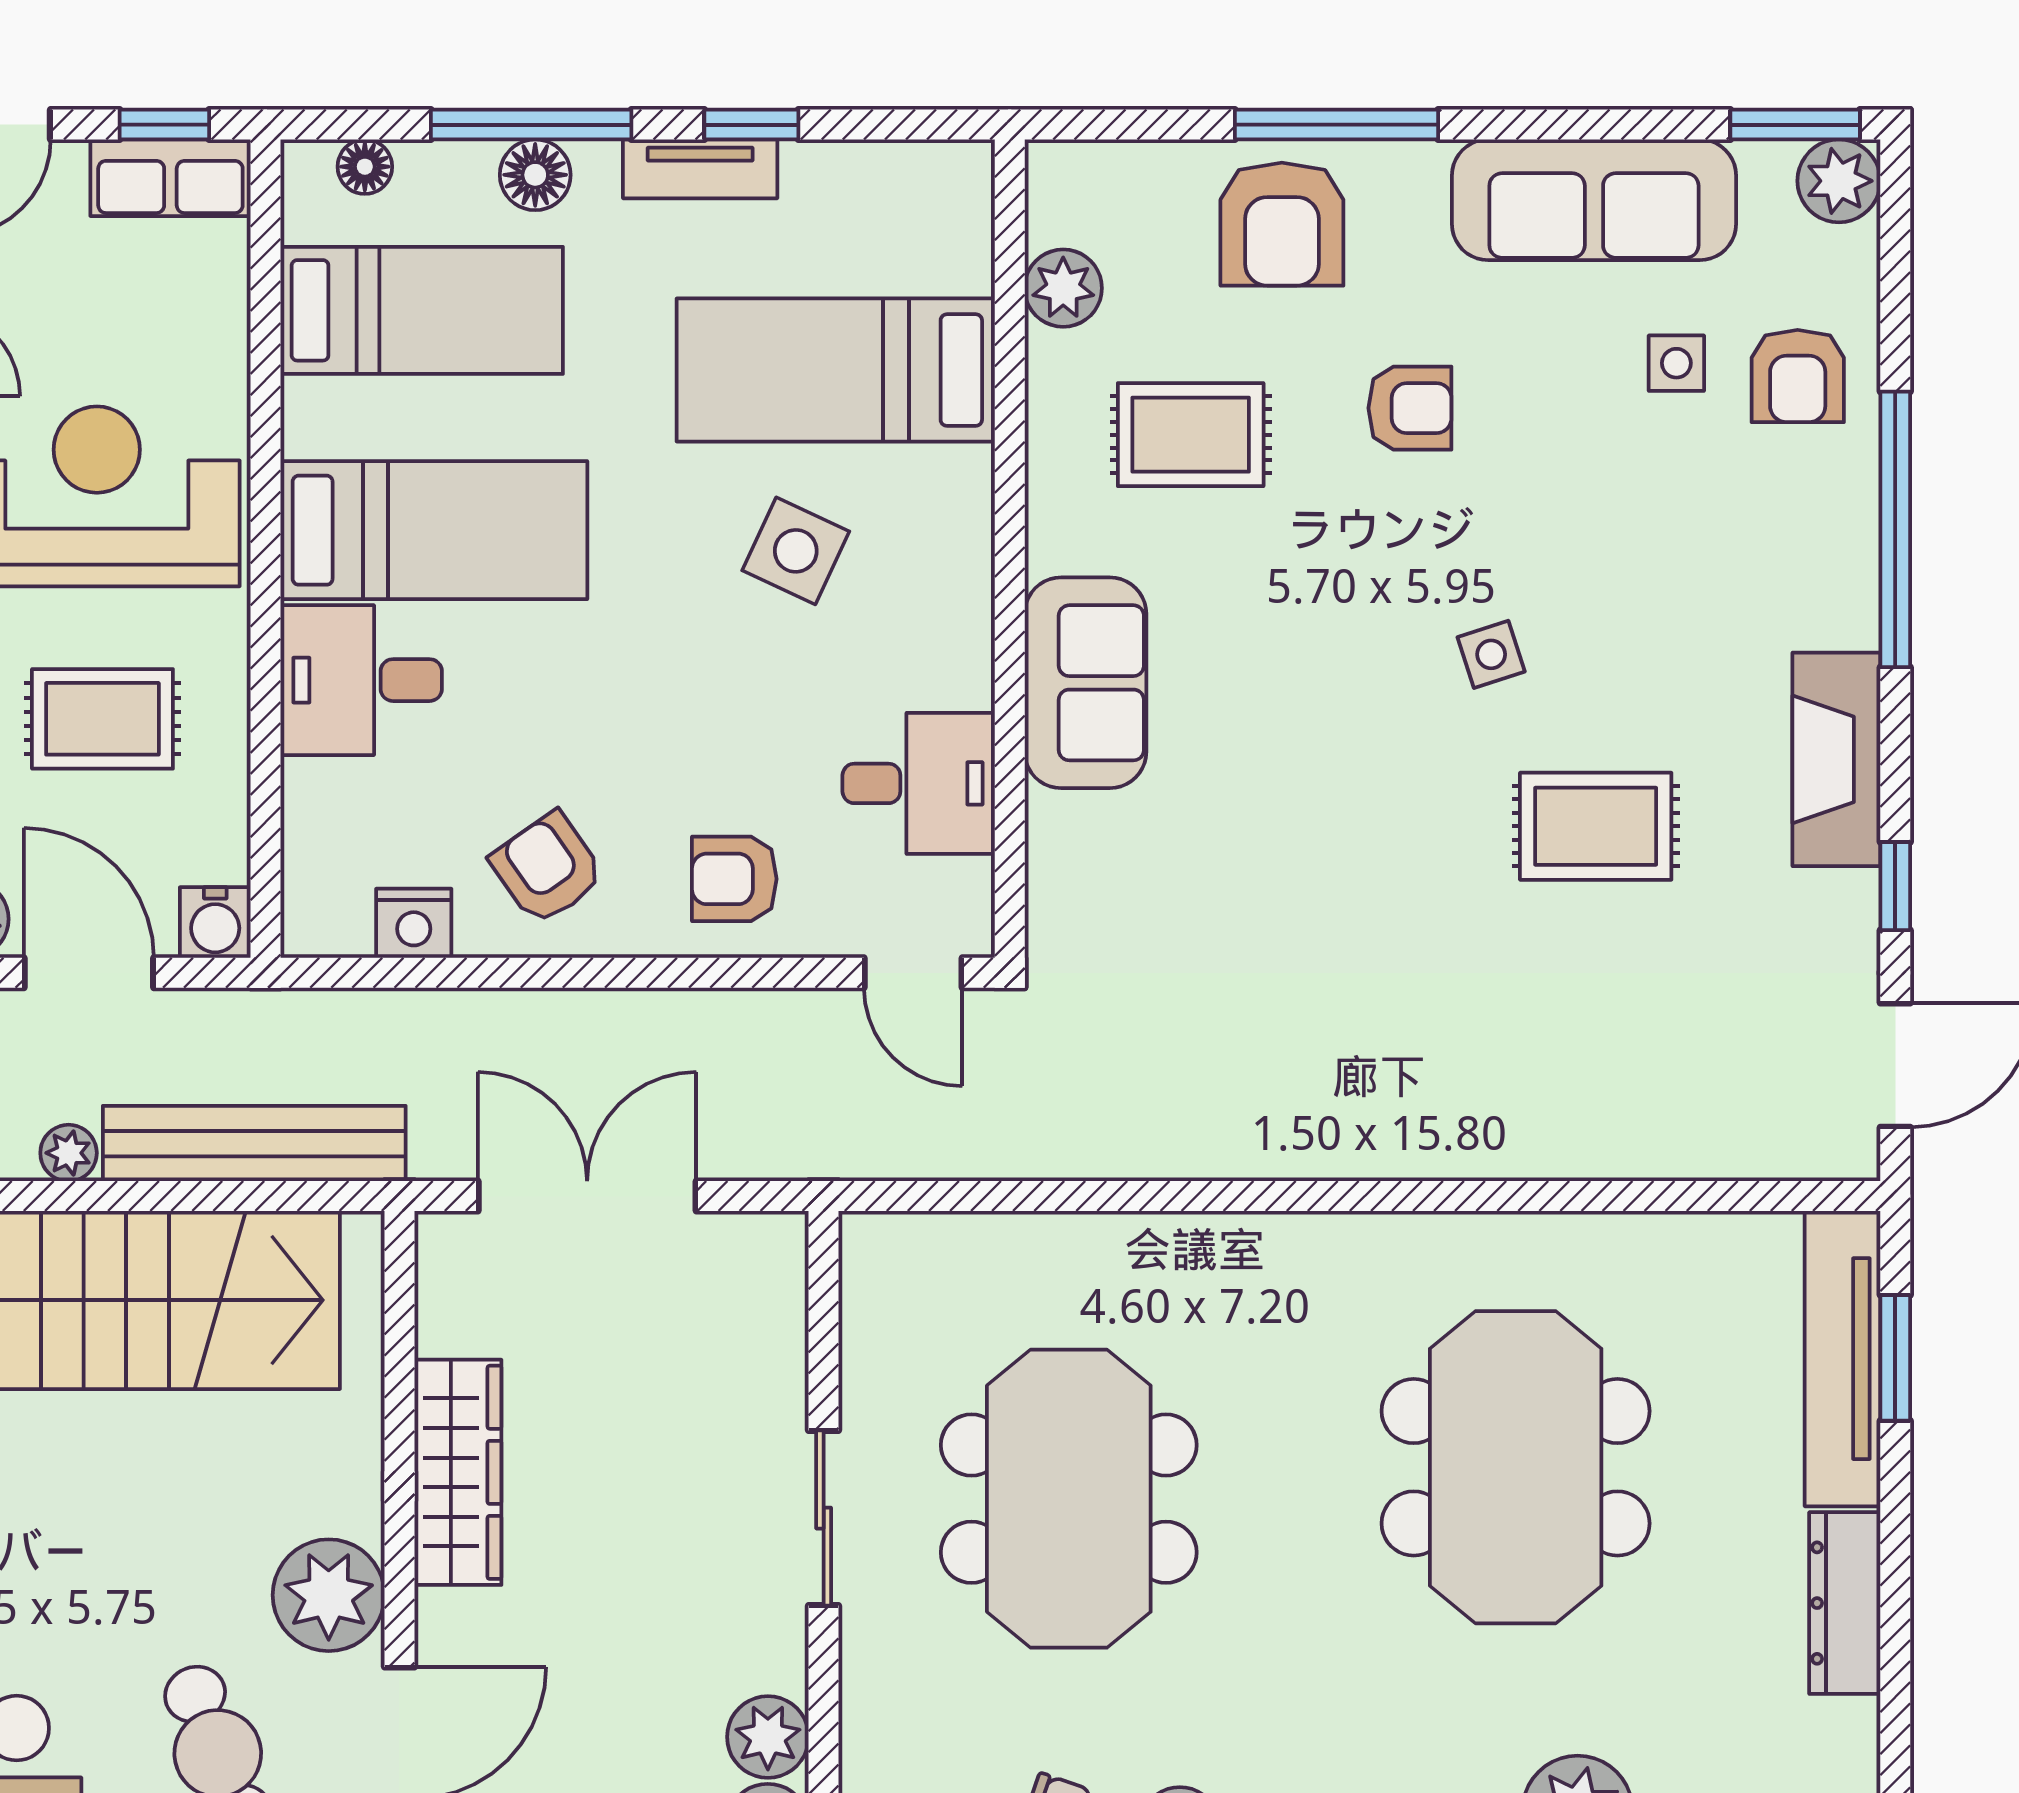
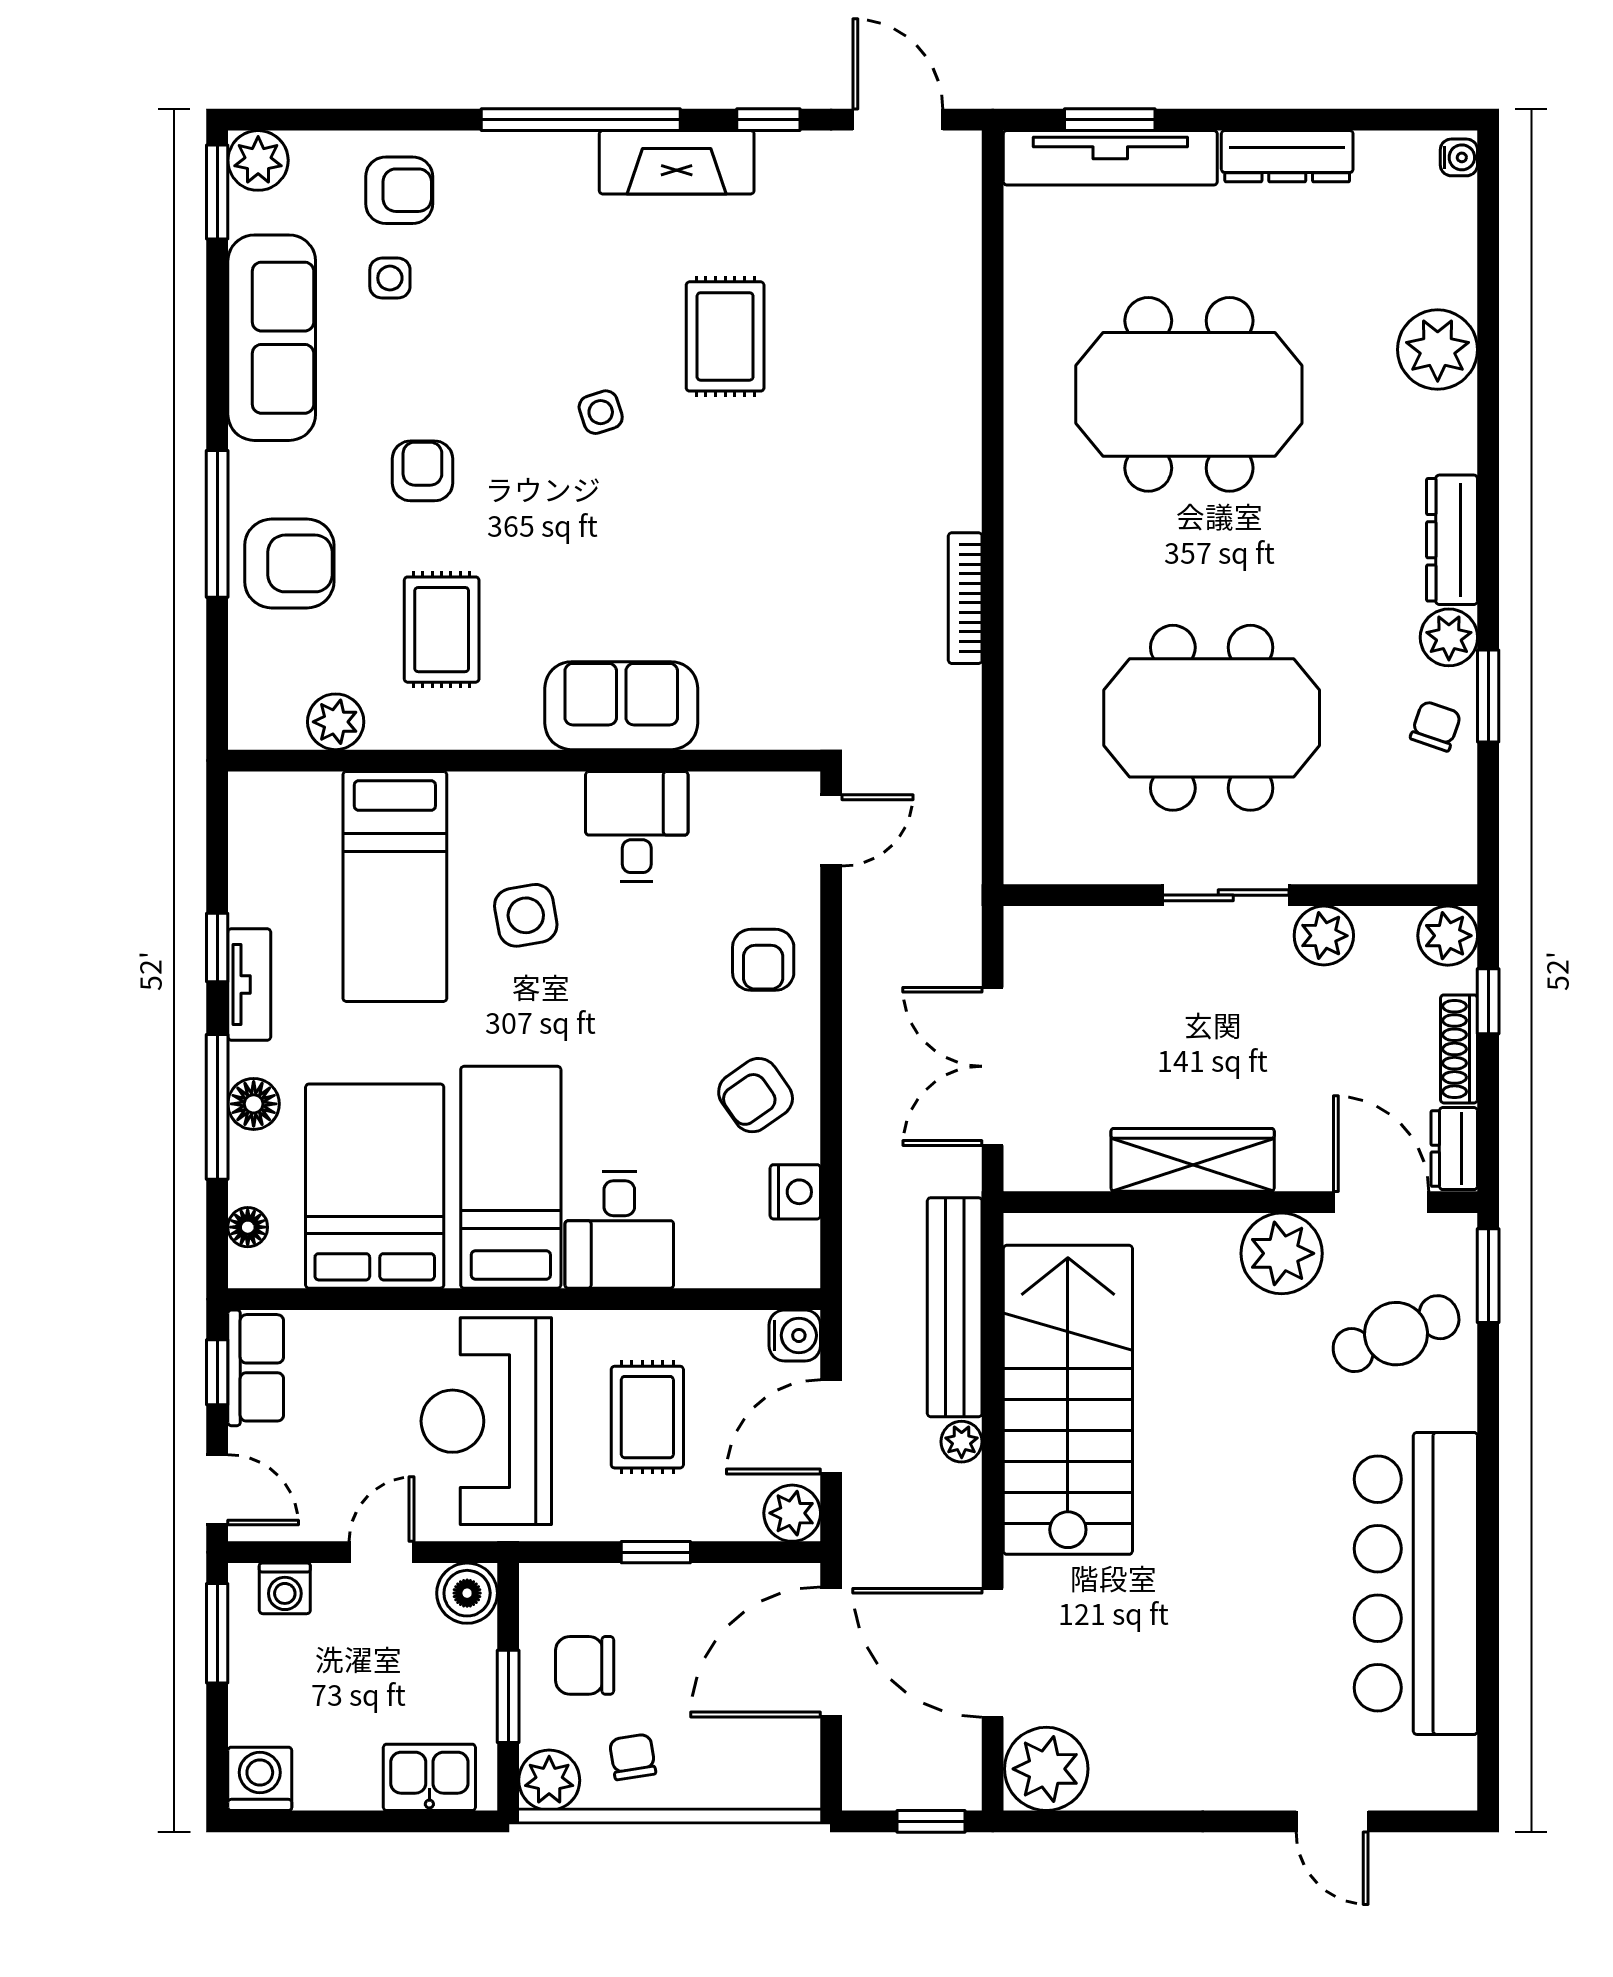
bed: (422, 310) -> (375, 1186), width x1.50
window: (1895, 529) -> (581, 120), moved
side table: (796, 551) -> (526, 915), turned -35
desk: (919, 783) -> (637, 826), moved
bookcase: (1234, 1158) -> (965, 598), added
plant: (768, 1737) -> (1324, 936), moved

